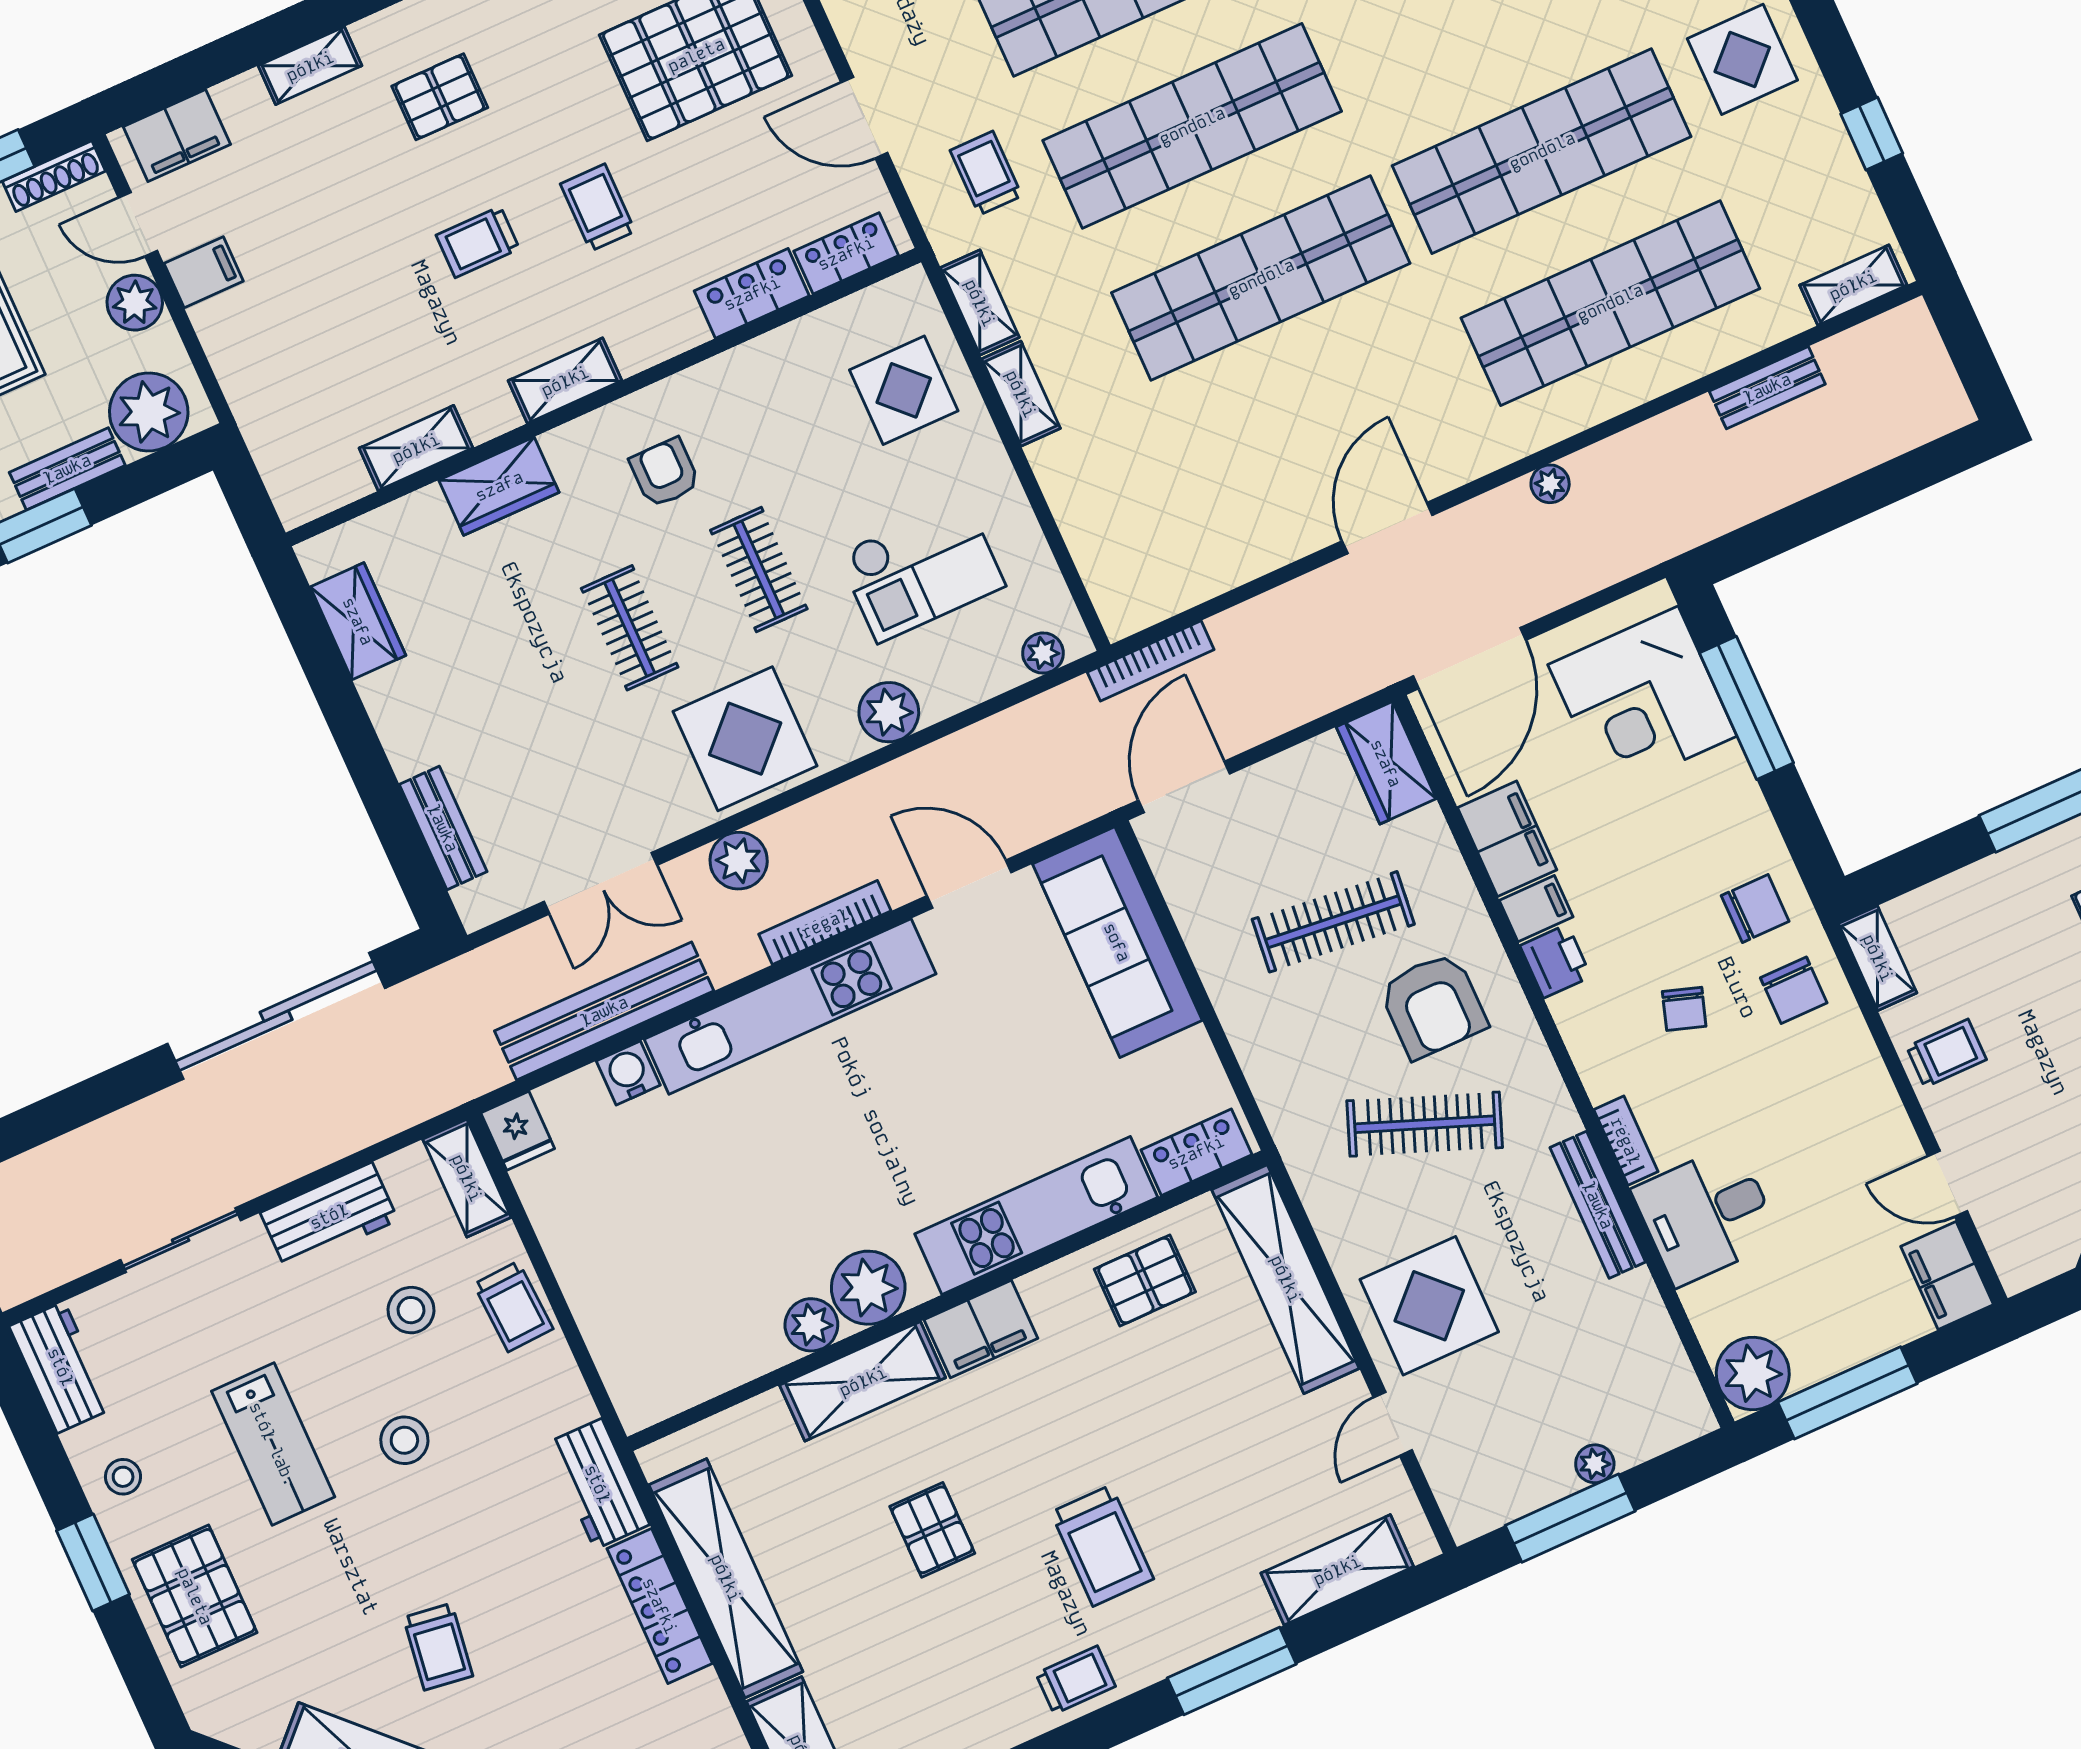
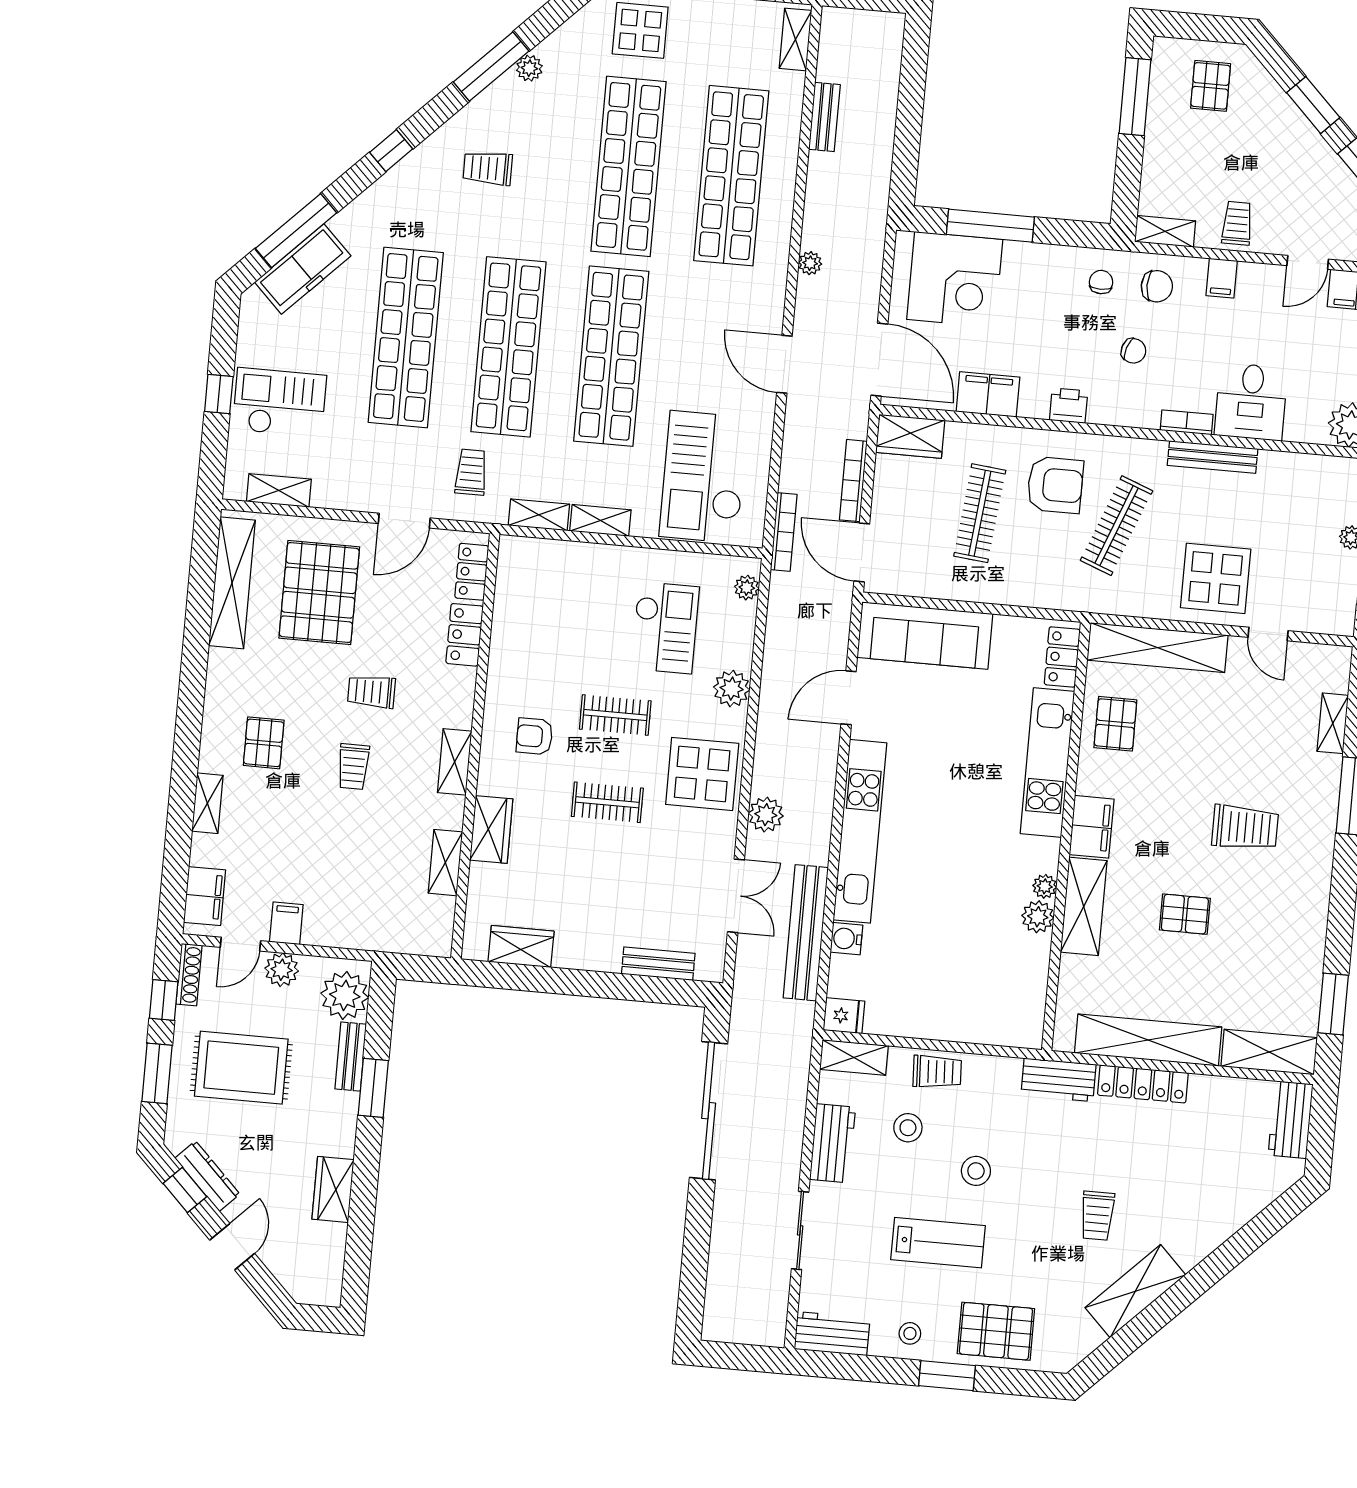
trolley: (986, 173) -> (471, 472), turned 90
display table: (904, 390) -> (563, 583), removed
checkout: (1164, 504) -> (704, 477), added
chair: (1755, 908) -> (1101, 282), width x0.73, depth x0.73
filing cabinet: (1536, 909) -> (1222, 278), moved, turned 180
bookcase: (825, 923) -> (853, 481), moved
plant: (868, 1288) -> (1045, 886), width x0.53, depth x0.53
shelving: (1337, 1570) -> (1333, 723), width x0.67, depth x0.75
trolley: (438, 1647) -> (1097, 1216), turned 82
trolley: (1076, 1680) -> (1309, 883), removed

